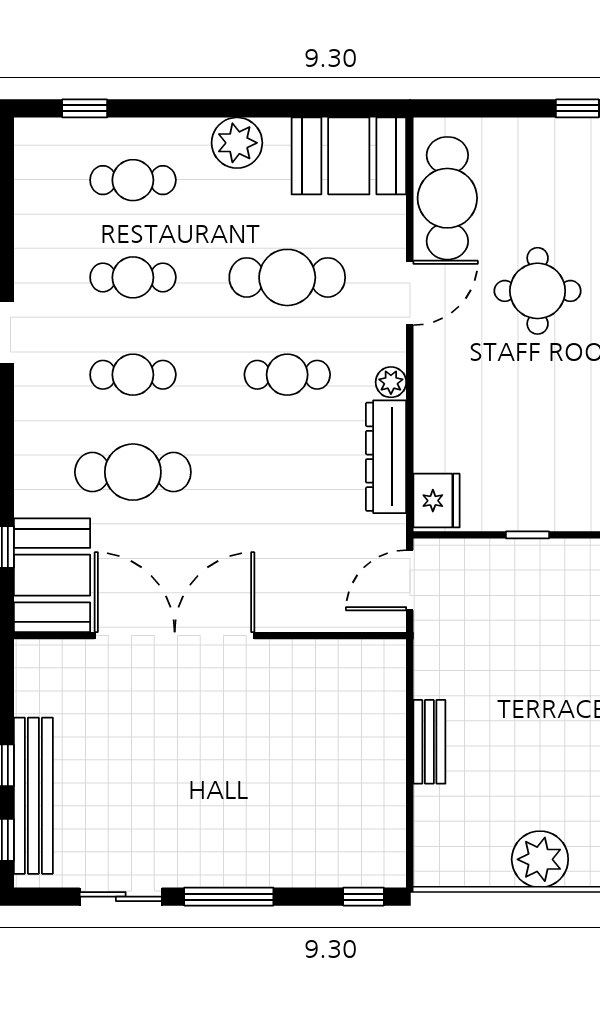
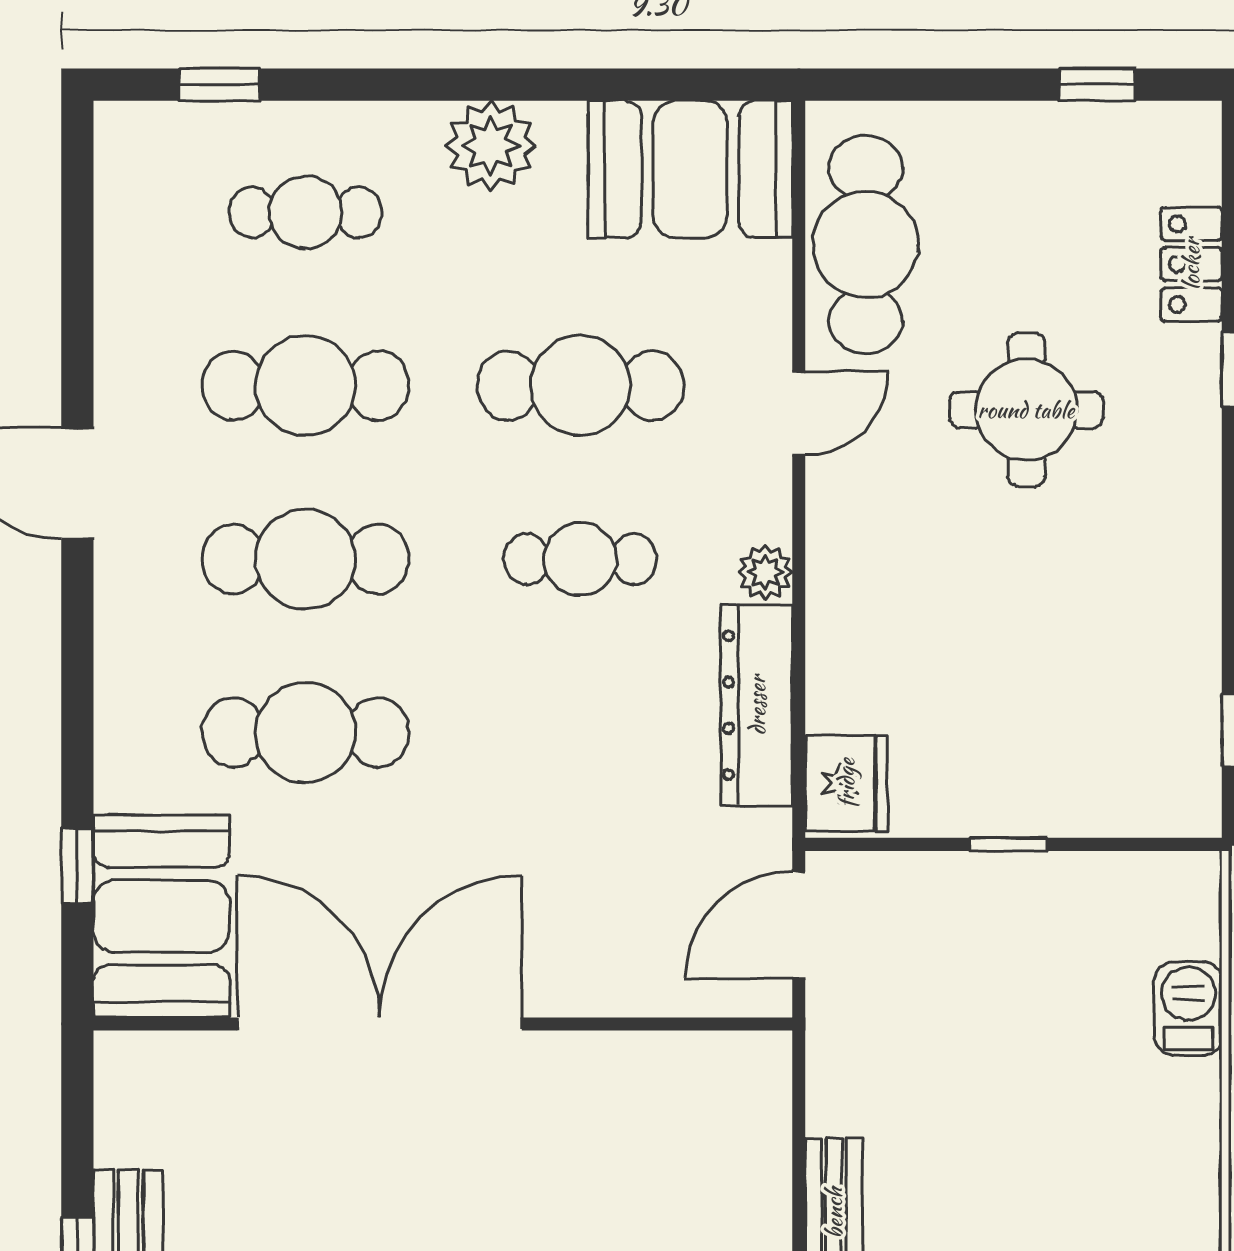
cafe table: (133, 277) -> (305, 386), width x1.37, depth x1.35
door: (410, 293) -> (799, 413), width x0.73
cafe table: (133, 375) -> (305, 559), width x1.37, depth x1.35

